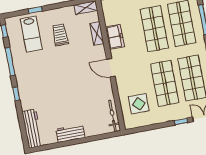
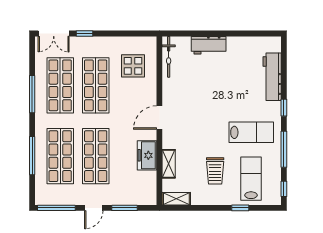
door: (111, 68) -> (159, 118), swing flipped
lab bench: (38, 70) -> (251, 132), added
workbench: (32, 129) -> (272, 77), moved
workbench: (70, 133) -> (209, 45), moved

